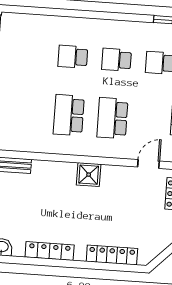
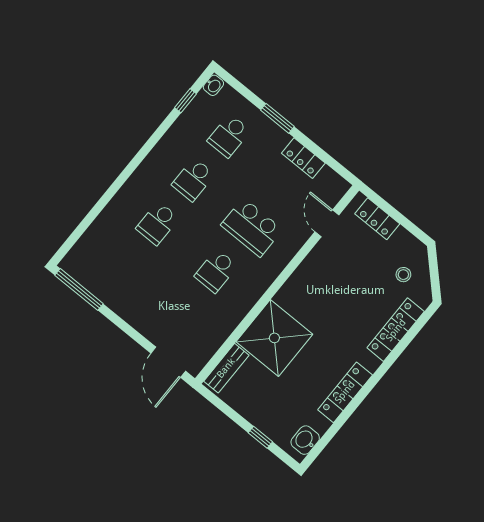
school desk: (69, 115) -> (216, 271), width x0.54
shower: (89, 175) -> (274, 338), moved, width x1.86, depth x1.86
stool: (150, 235) -> (403, 275), added

